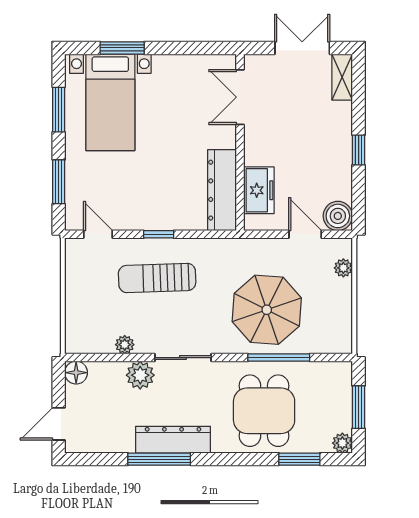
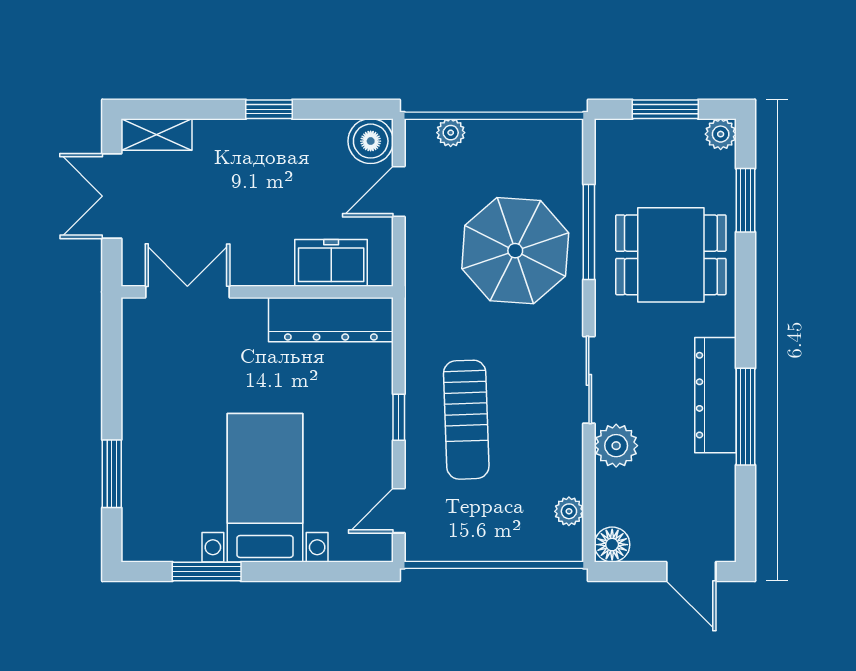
double door: (240, 97) -> (187, 292), swing flipped
bed with nightstands: (110, 102) -> (265, 488), moved, turned -90
window: (59, 182) -> (318, 571), removed
plant: (125, 345) -> (569, 511), moved

